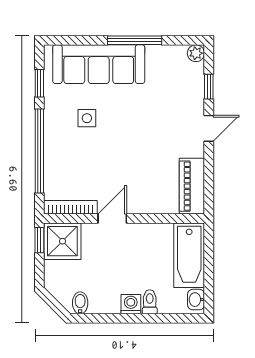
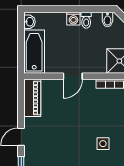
door: (112, 218) -> (73, 76), moved
toilet: (150, 302) -> (86, 20), moved

